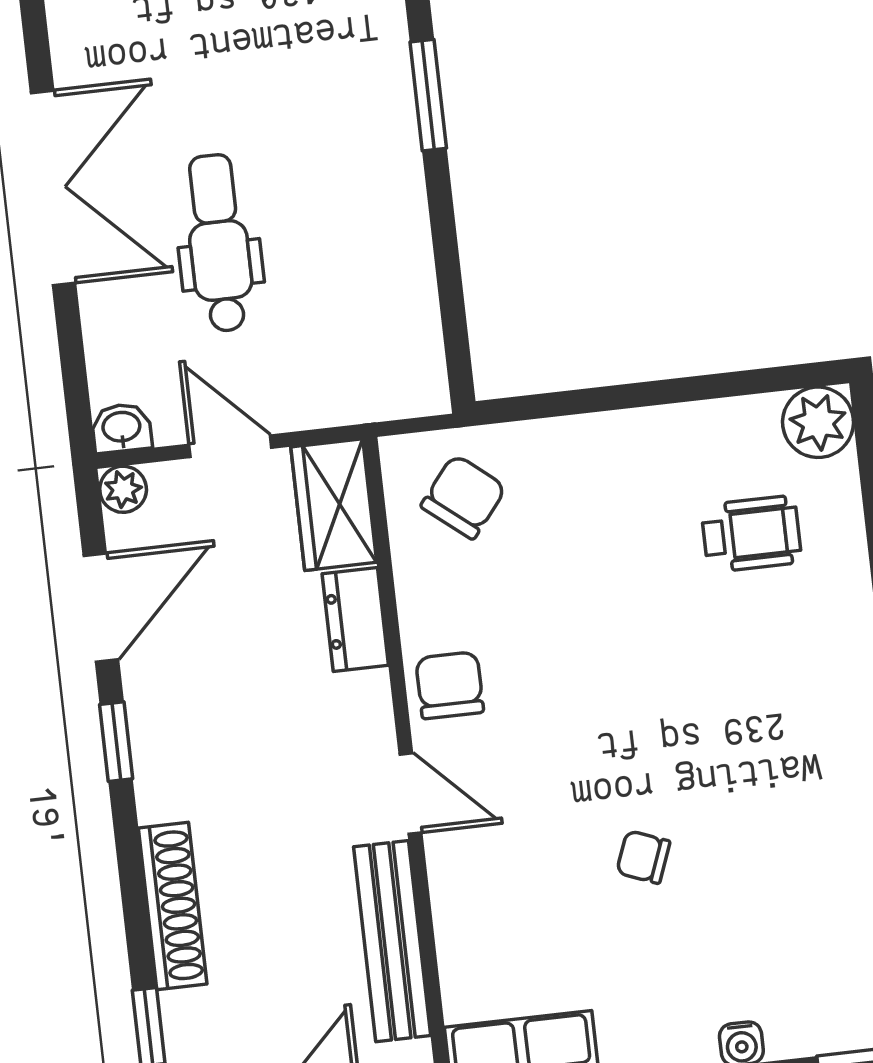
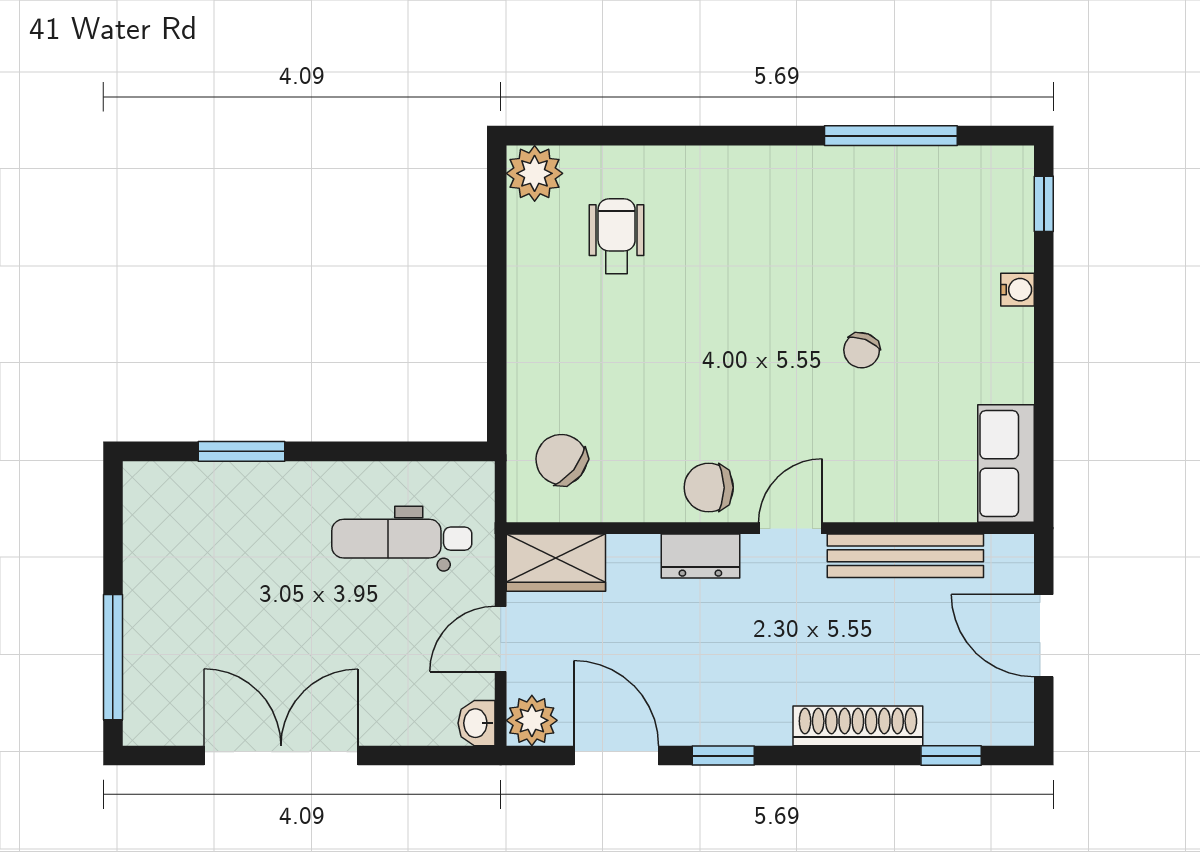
dental chair: (219, 243) -> (402, 539), moved
plant: (123, 489) -> (532, 720), width x1.38, depth x1.38
dresser: (355, 619) -> (700, 556), moved

